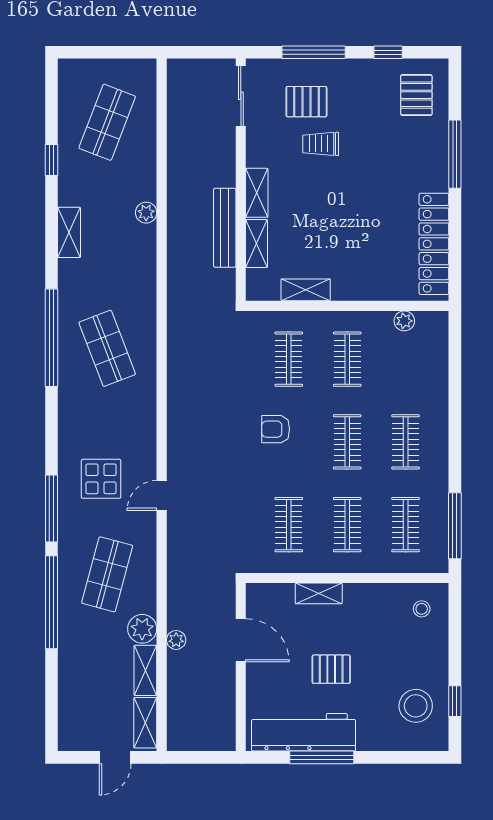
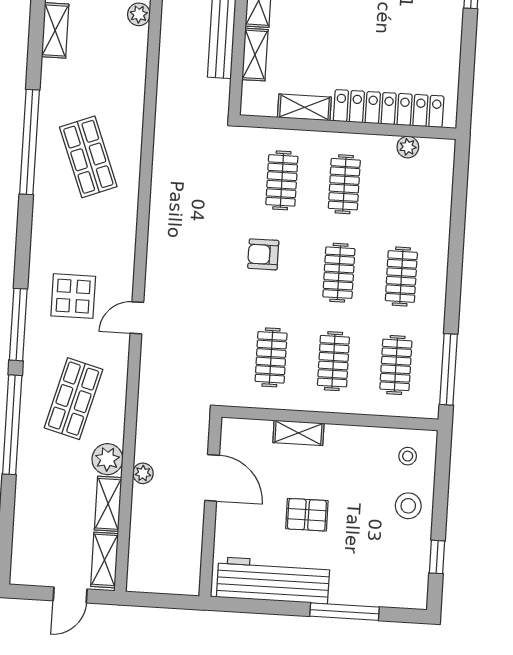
locker: (434, 244) -> (389, 109), moved, turned 90
stool: (416, 706) -> (408, 506), moved, width x0.73, depth x0.73
window: (322, 757) -> (345, 612), moved

